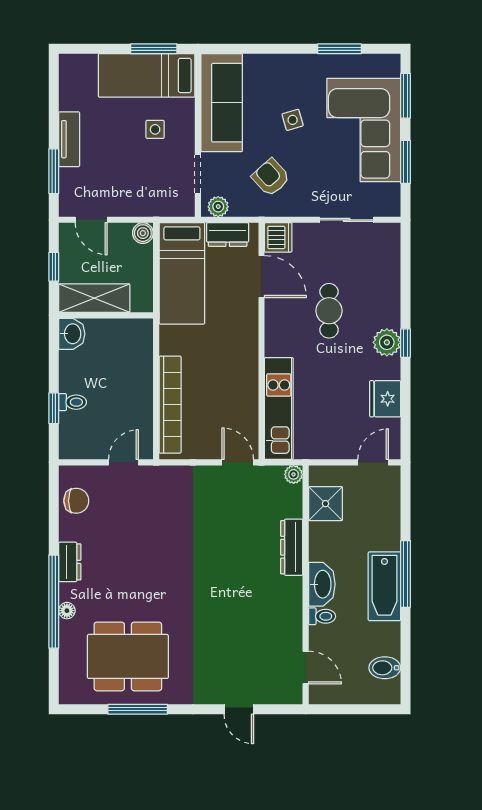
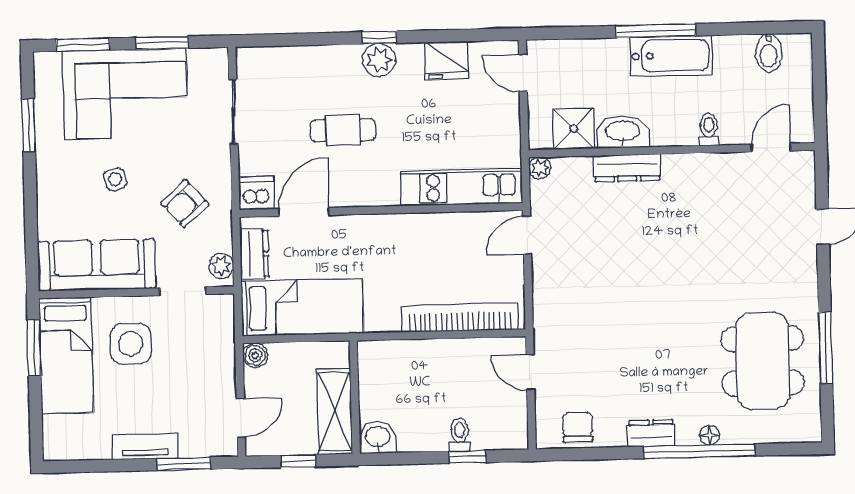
side table: (155, 129) -> (131, 344), width x1.87, depth x1.87
washbasin: (322, 584) -> (623, 132), moved

